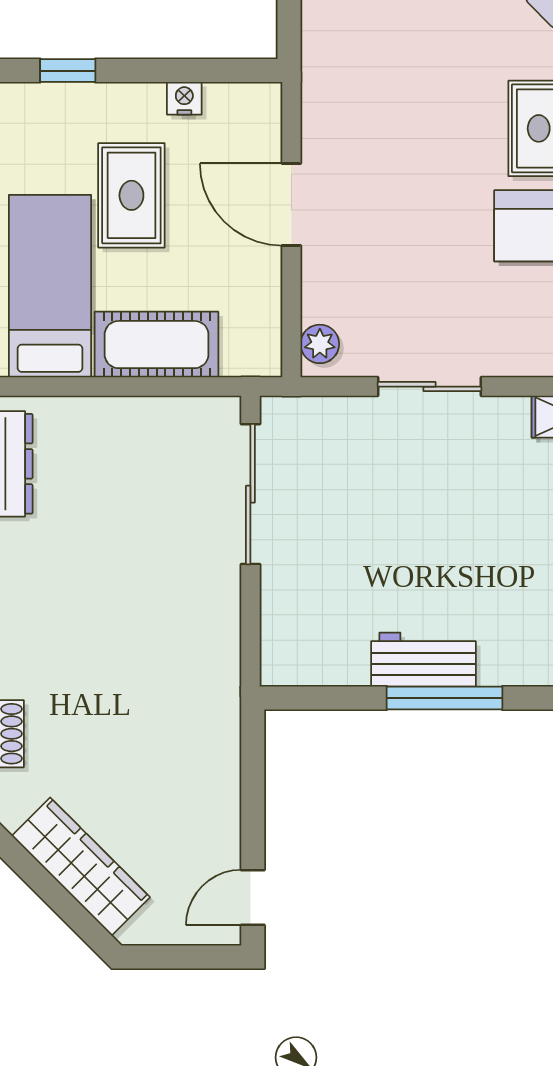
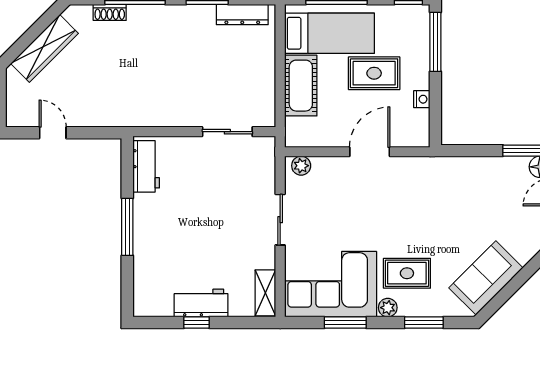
window: (68, 71) -> (435, 42), width x2.17
sliding door: (250, 494) -> (227, 132), width x0.73
workbench: (423, 660) -> (146, 166), moved
door: (253, 897) -> (53, 133), moved

